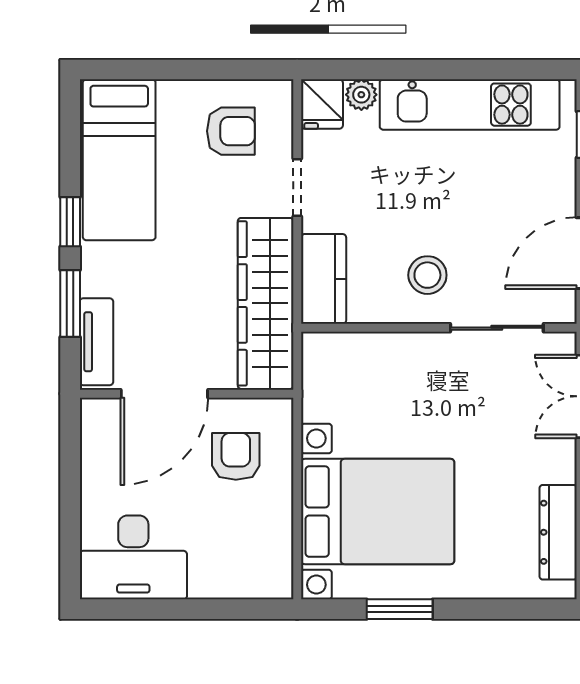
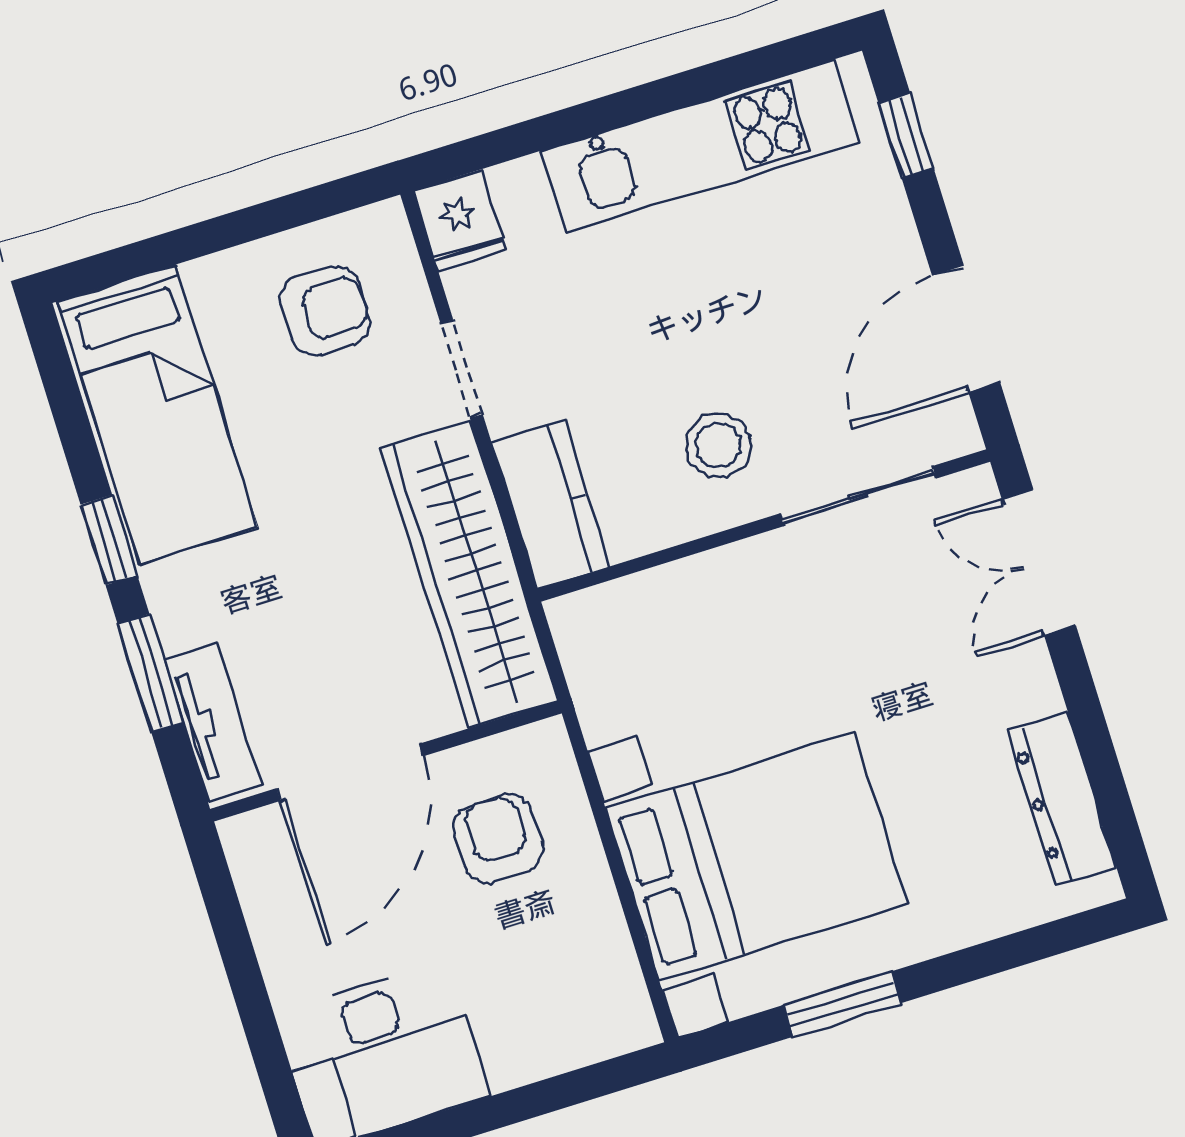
plant: (361, 95) -> (519, 185), removed

